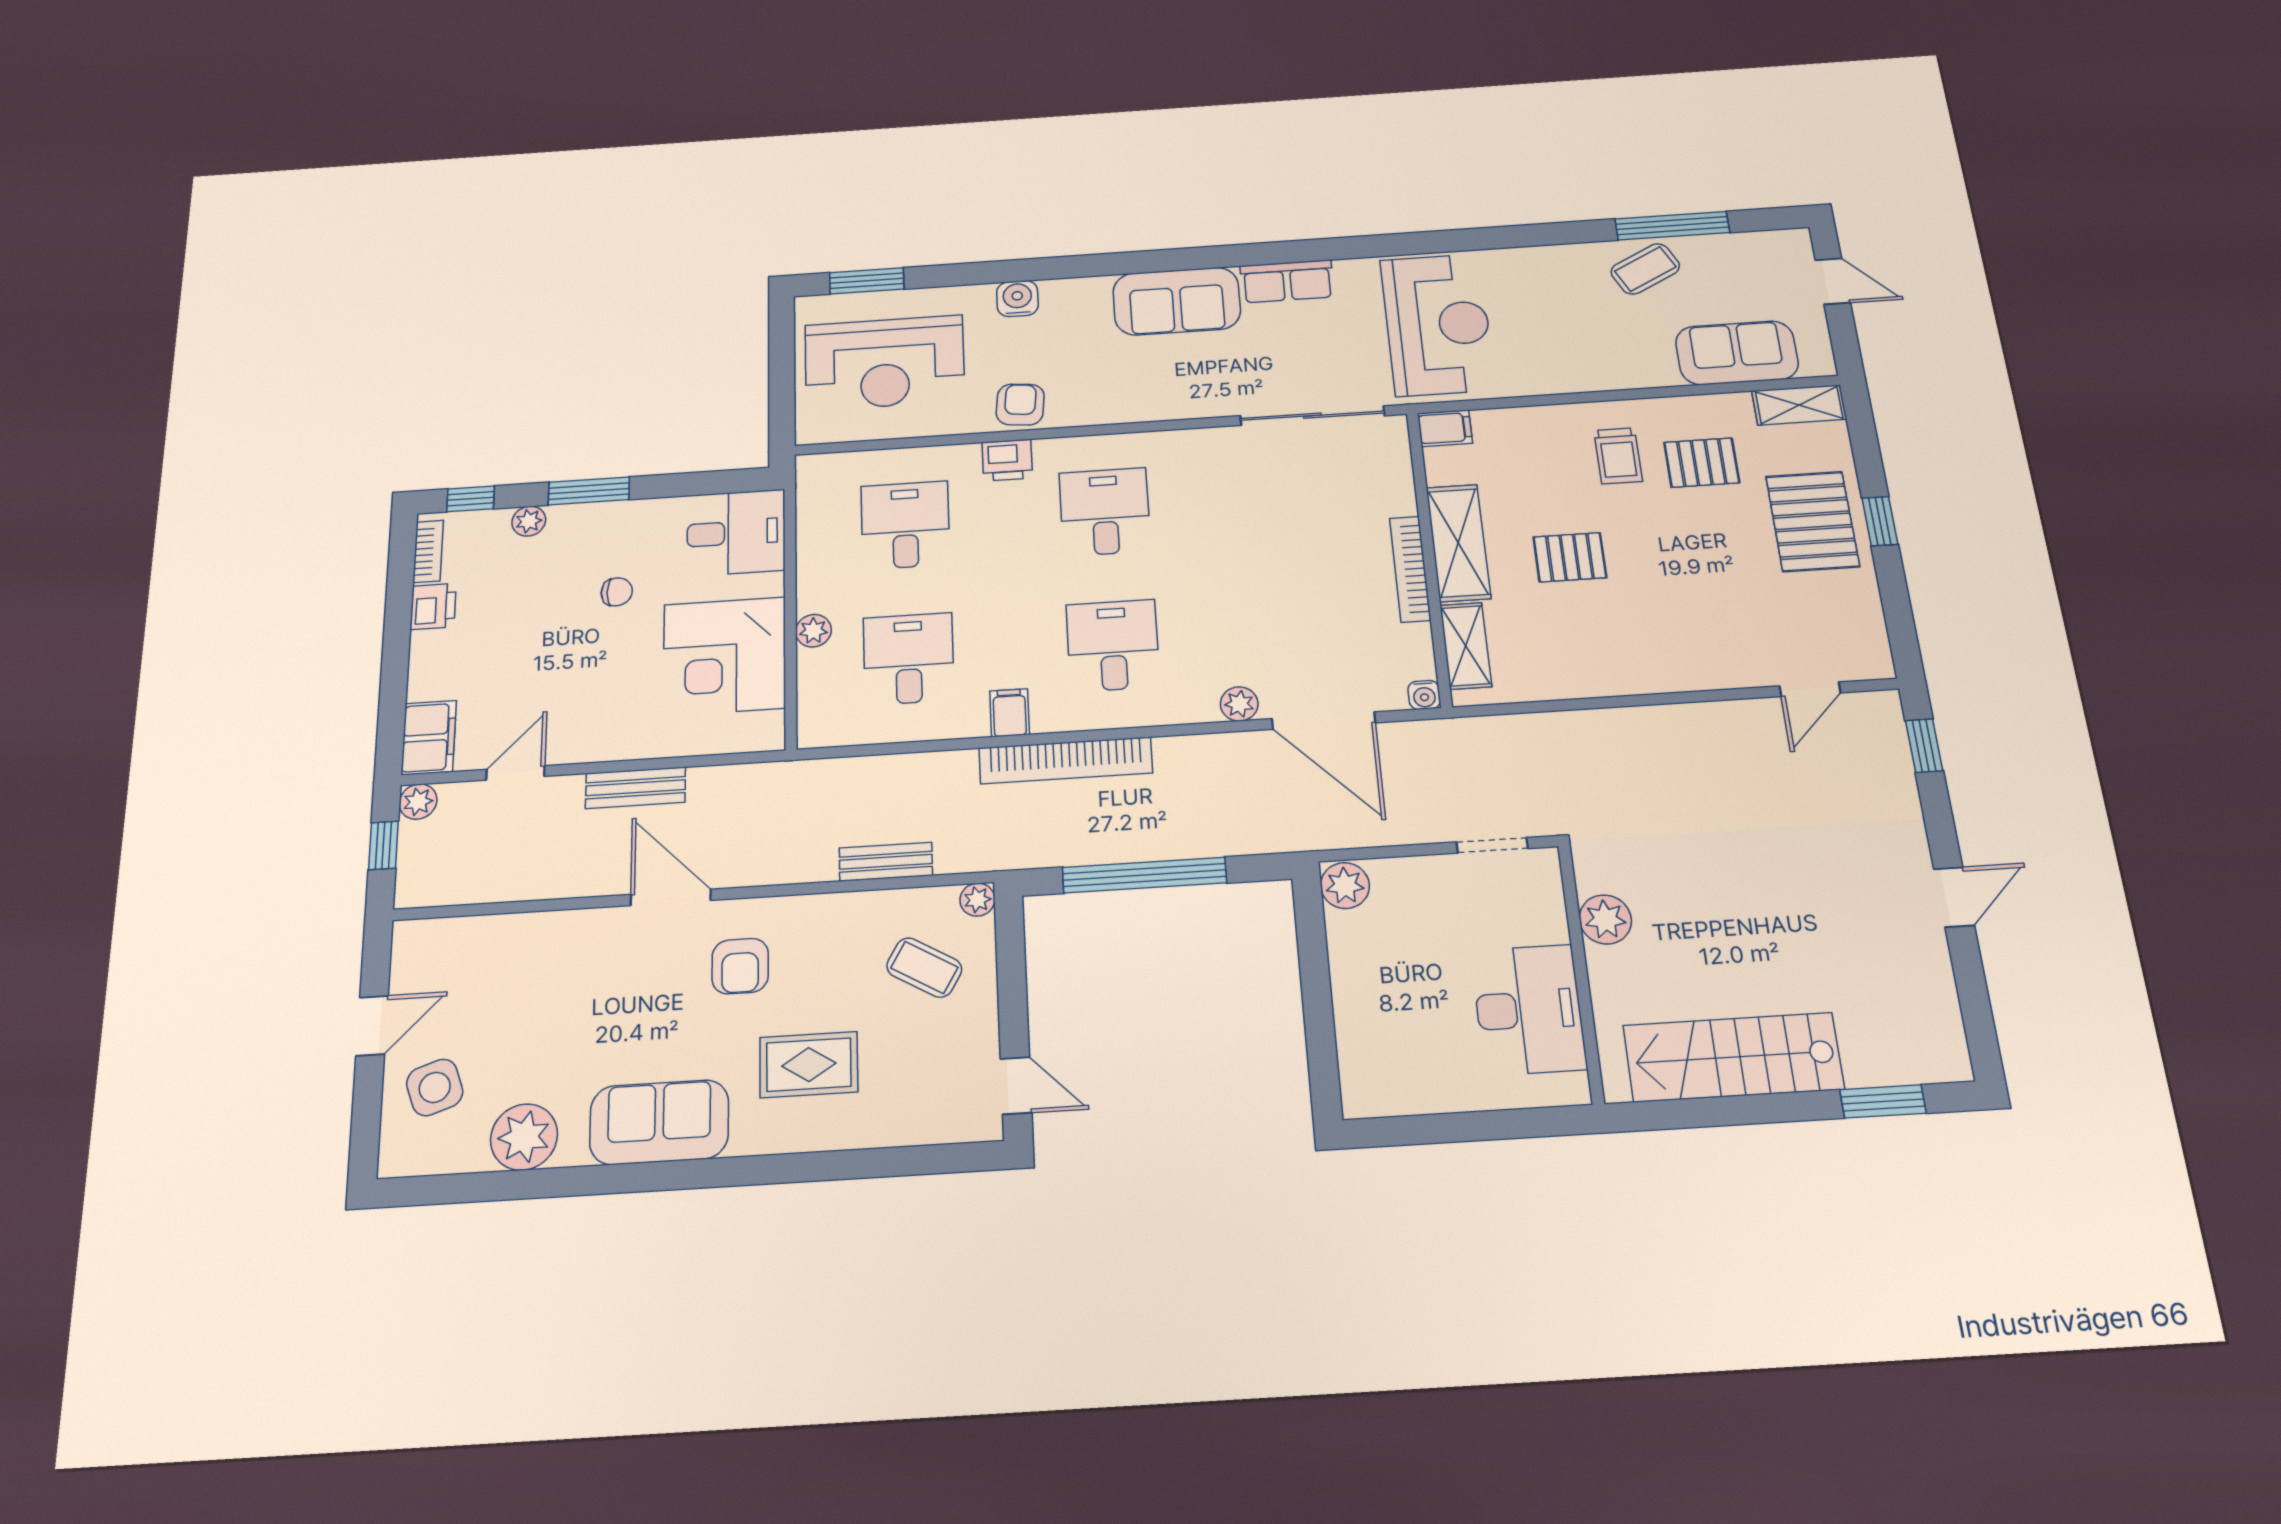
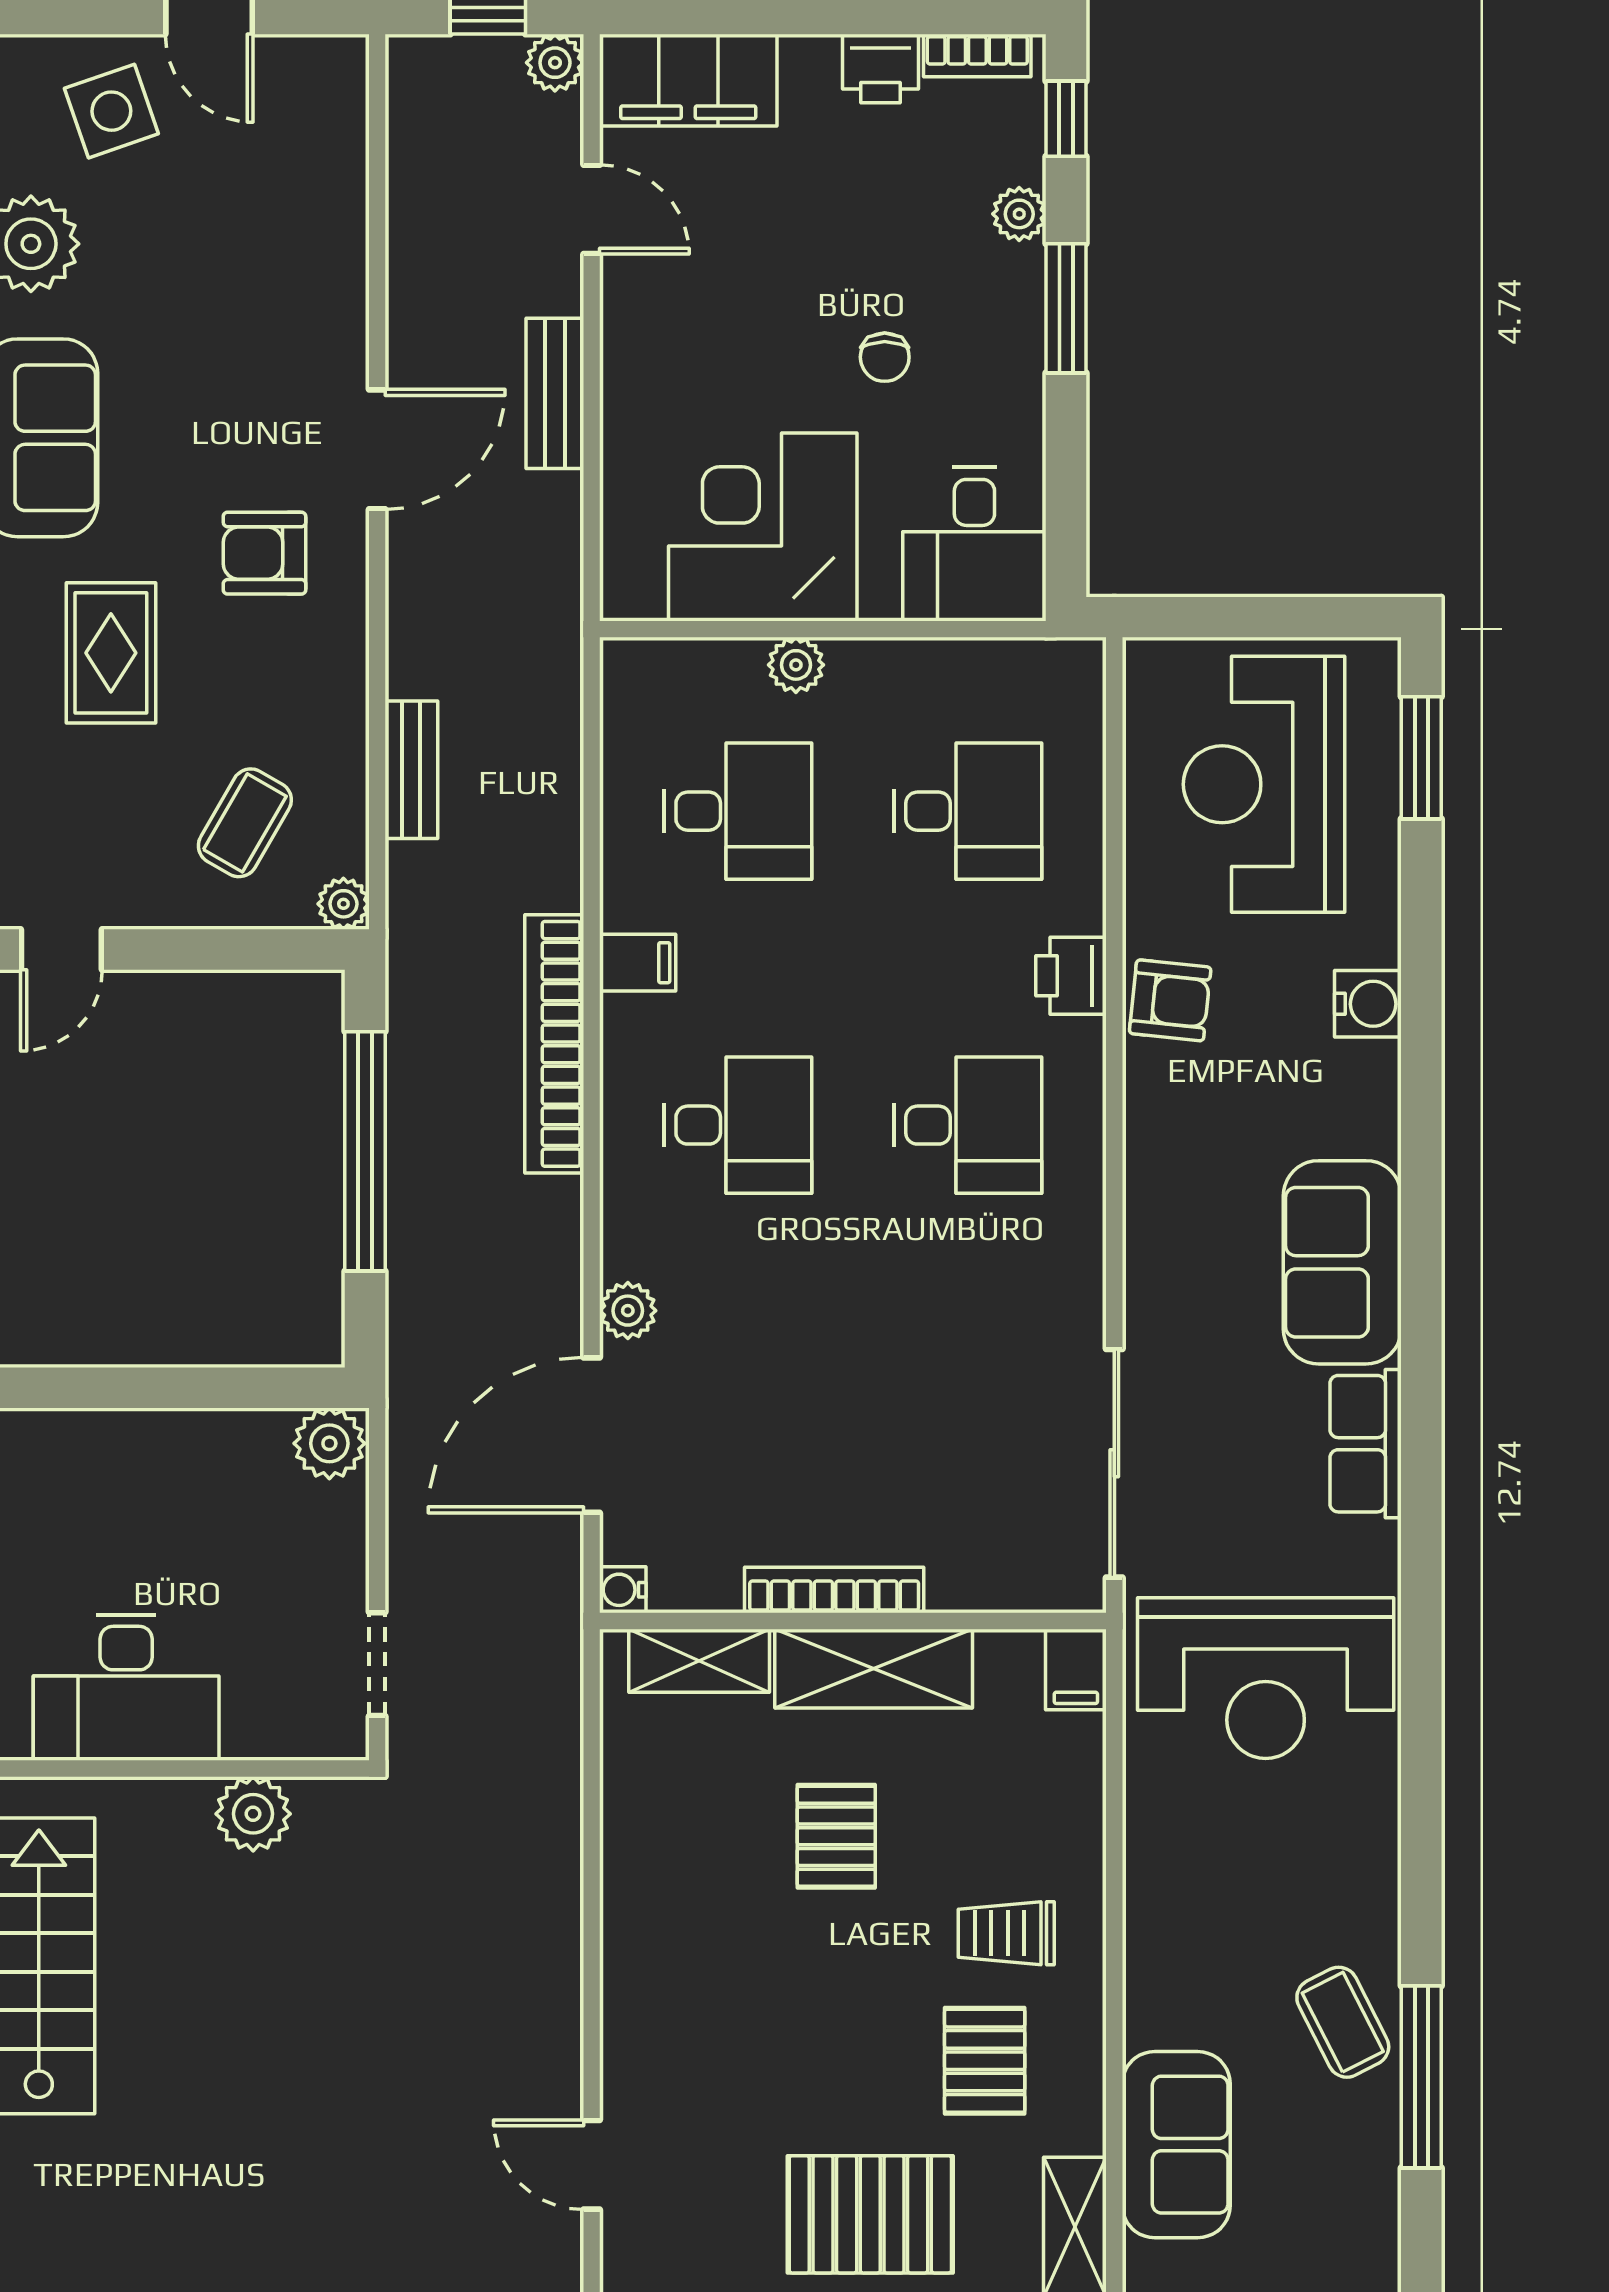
filing cabinet: (429, 738) -> (688, 80), width x1.50, depth x1.17

